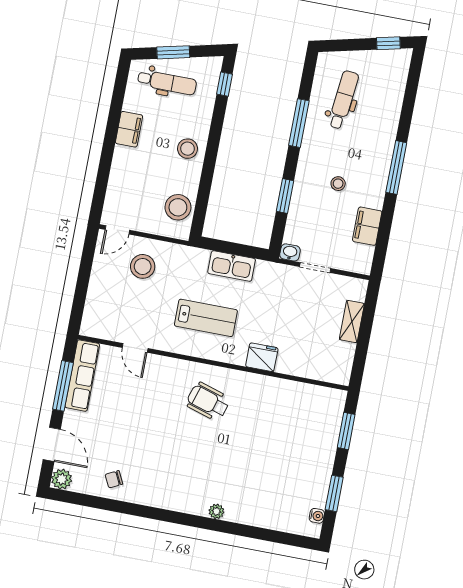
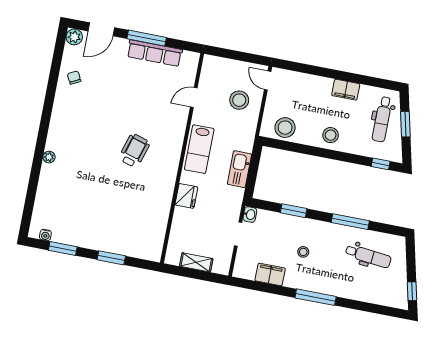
door: (135, 348) -> (194, 98), moved
fridge: (262, 357) -> (186, 196), moved
wall: (213, 363) -> (182, 158), moved

